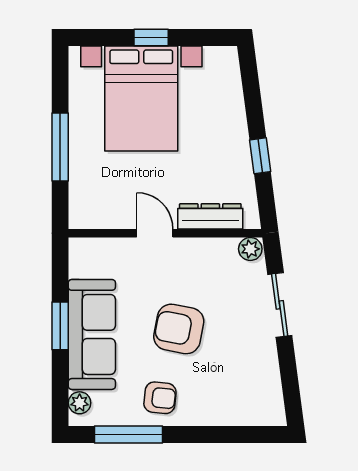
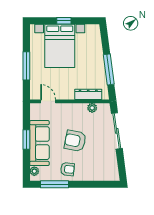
window: (260, 156) -> (109, 69), width x2.17
door: (155, 233) -> (48, 101), moved
plant: (250, 249) -> (92, 108), moved
sliding door: (280, 305) -> (117, 131), width x1.37

